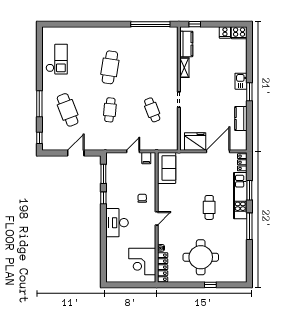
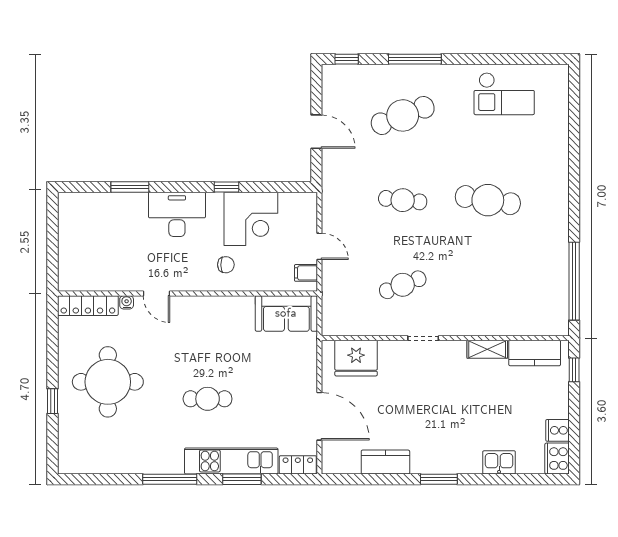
kitchen sink: (241, 81) -> (499, 462), moved
fridge: (195, 142) -> (356, 358), moved, turned 90
window: (103, 174) -> (130, 187), moved
door: (157, 218) -> (157, 293), moved
corner desk: (142, 261) -> (251, 219), moved, turned 180

